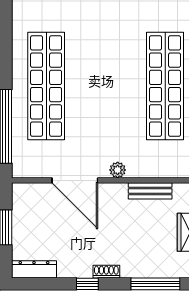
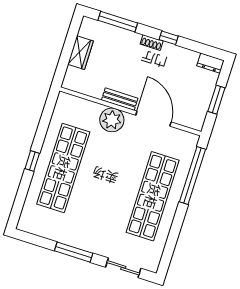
plant: (118, 170) -> (112, 120), width x1.88, depth x1.88
bench: (150, 191) -> (120, 99), moved
dresser: (34, 269) -> (210, 63), width x0.70

